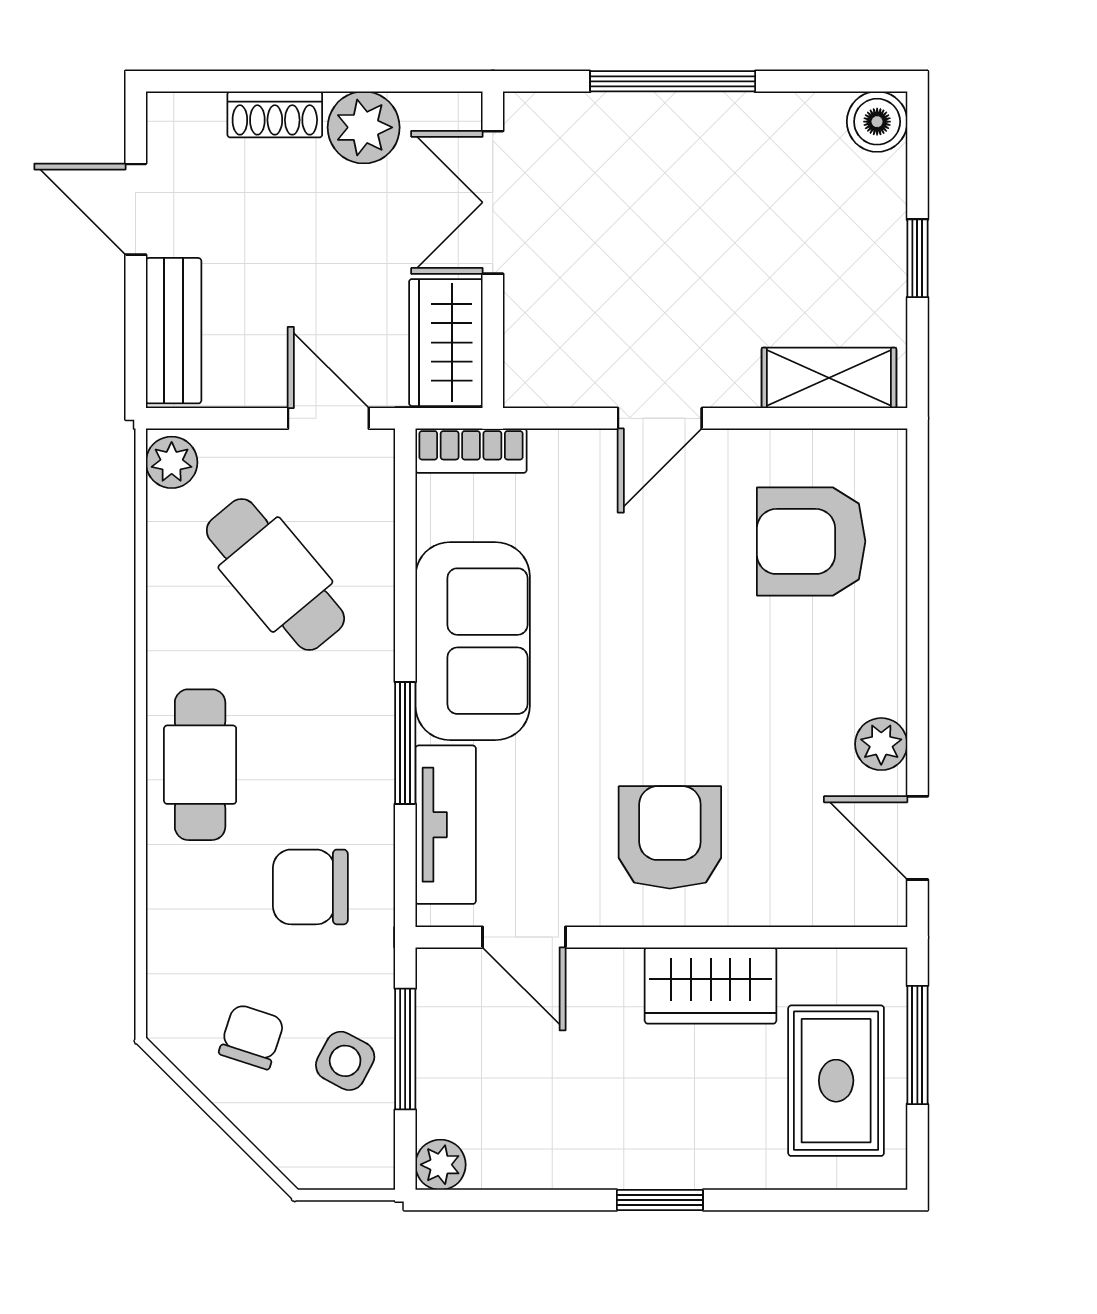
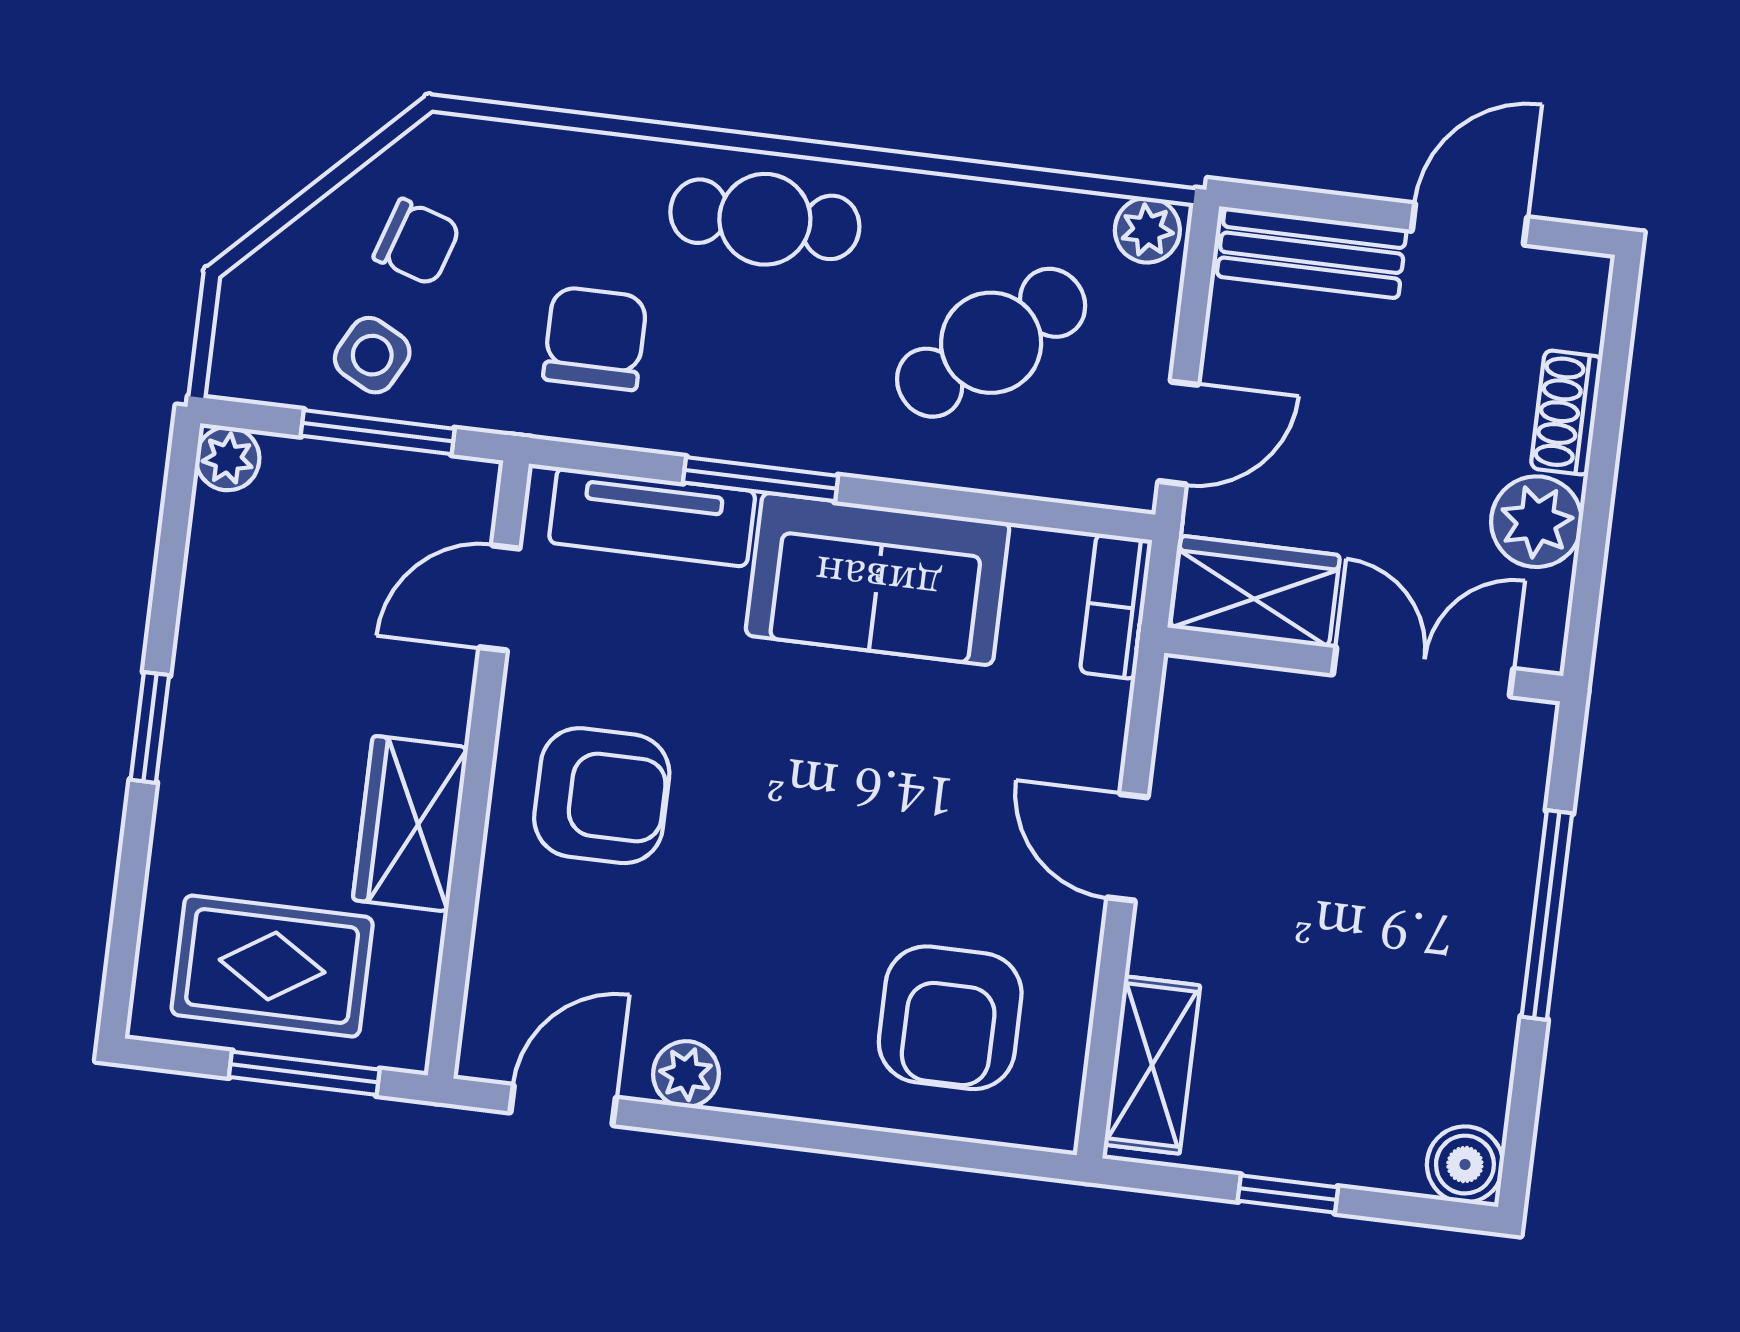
armchair: (811, 541) -> (950, 1018), turned 180

